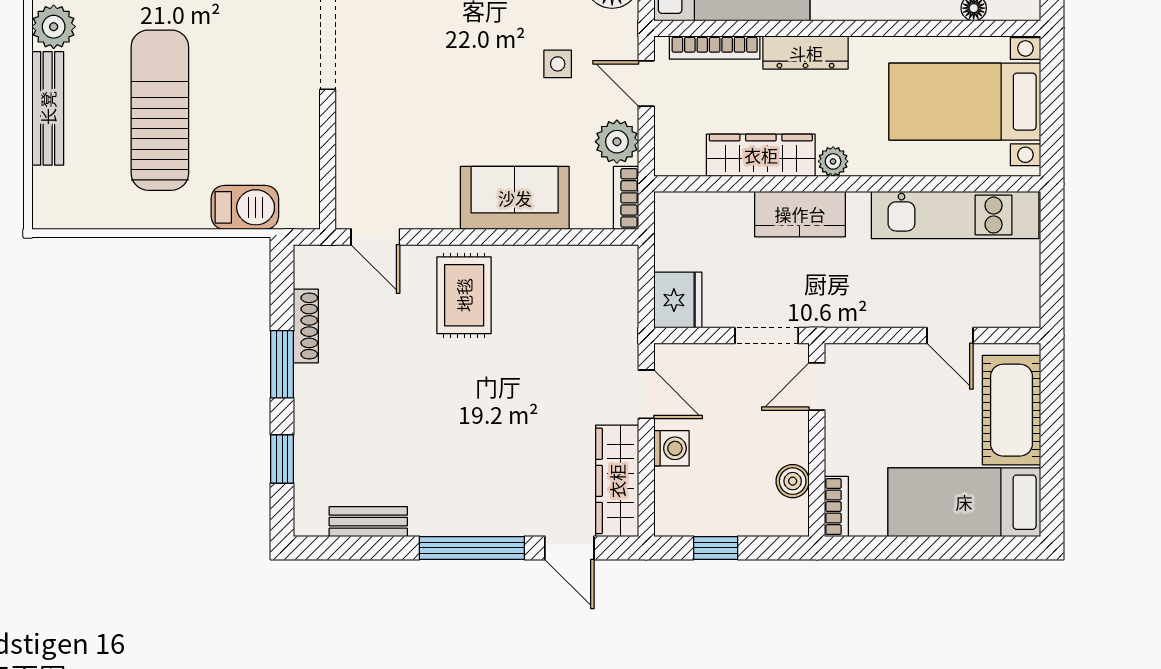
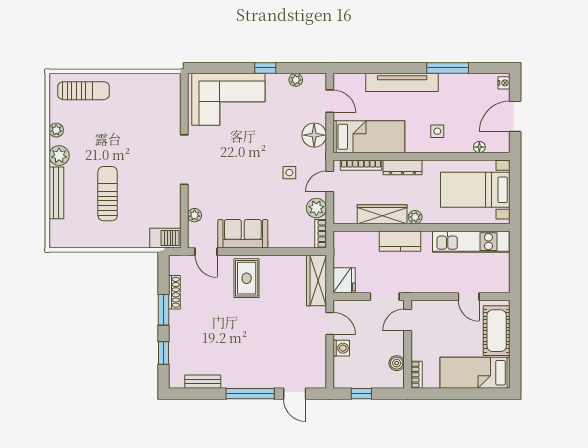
door: (646, 84) -> (330, 182), hinge flipped
sun lounger: (160, 110) -> (108, 194), width x0.73, depth x0.75
plant: (350, 157) -> (195, 215), added
sofa: (515, 198) -> (243, 234), moved
barbecue: (245, 207) -> (165, 238), moved
wardrobe: (617, 481) -> (316, 280), moved

